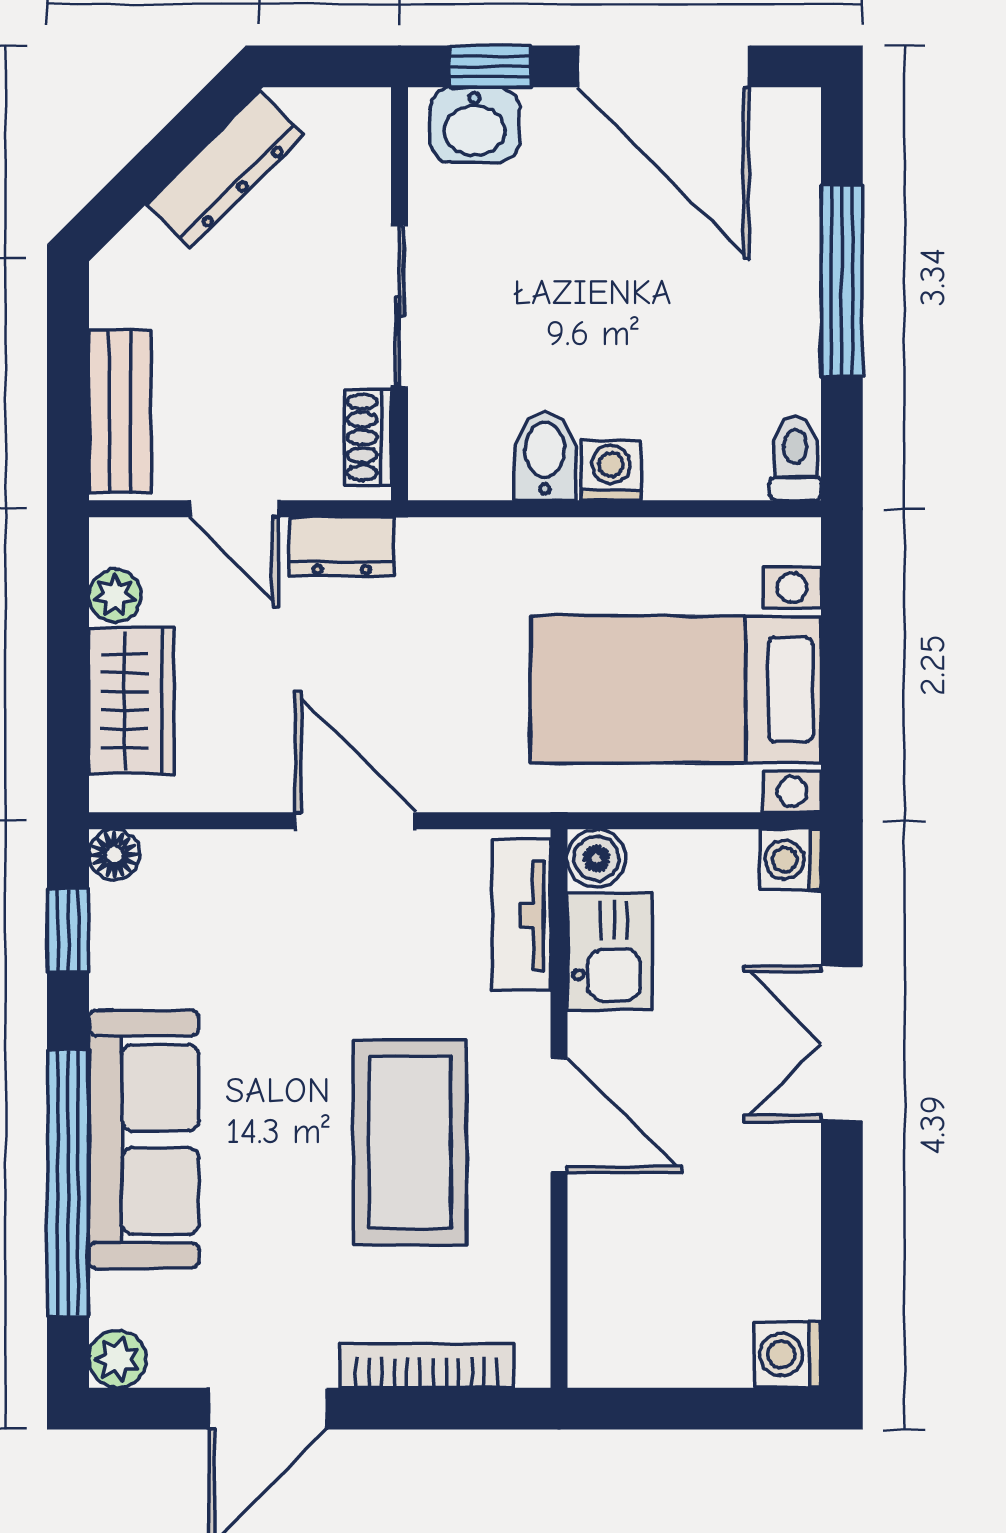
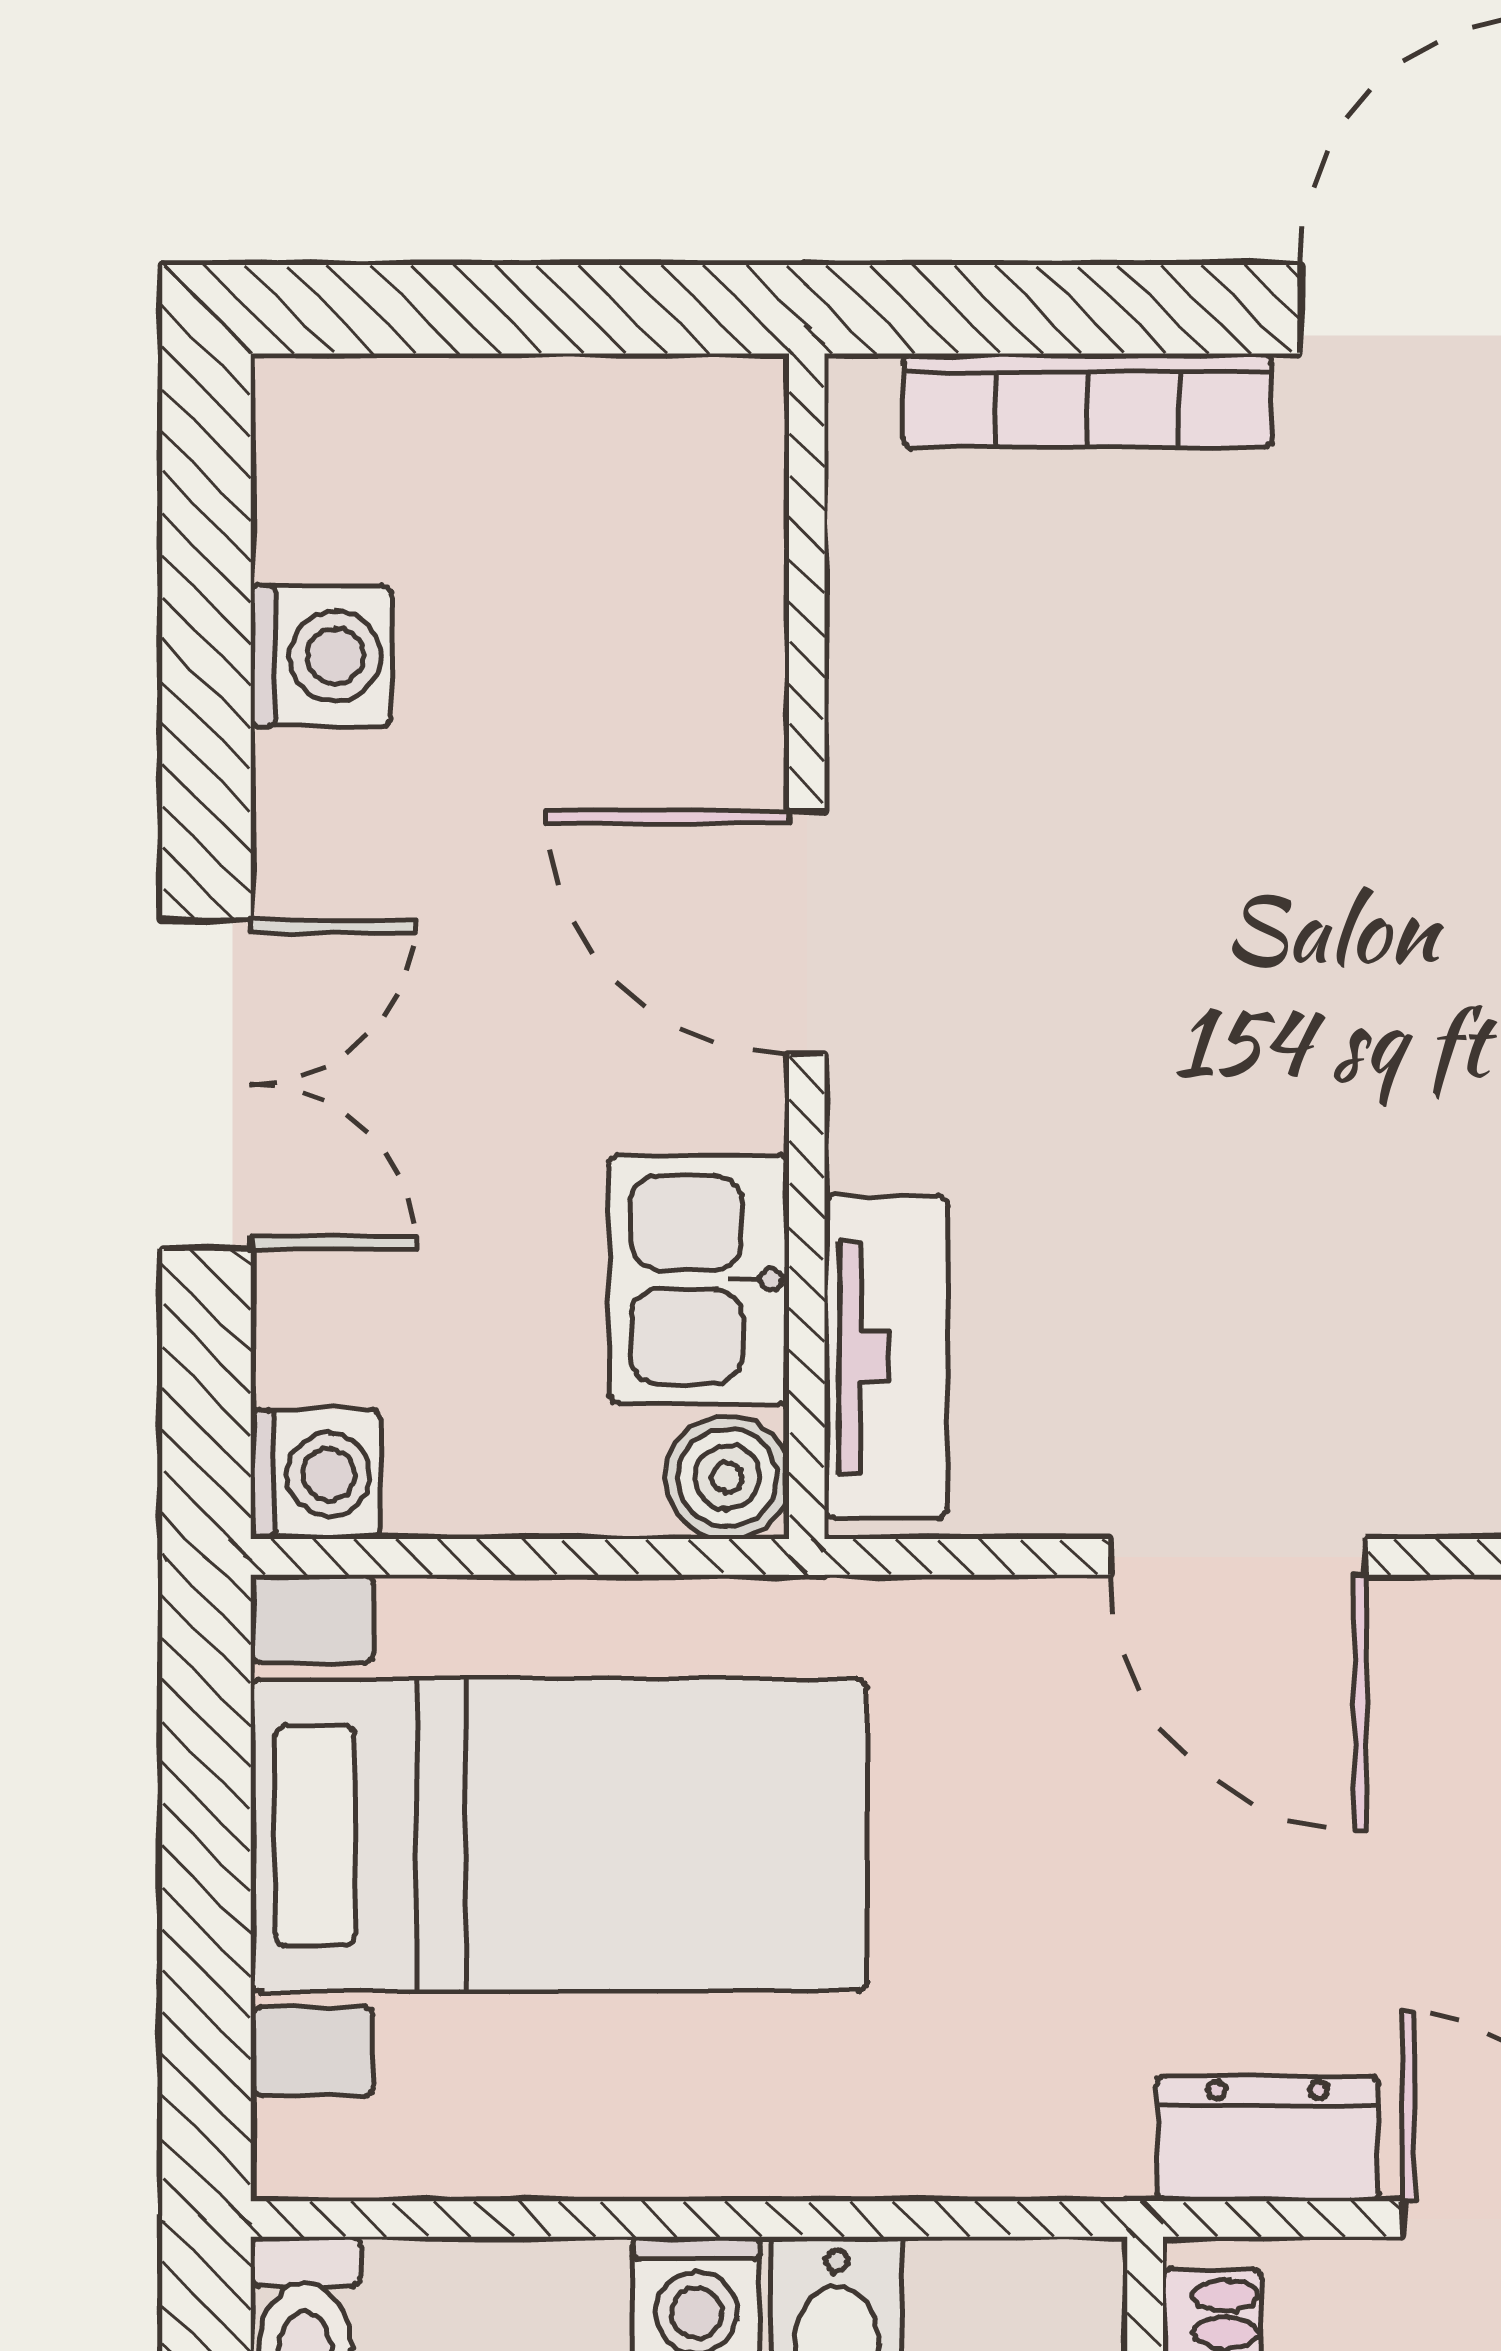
coffee table: (410, 1143) -> (1123, 874), removed
washing machine: (788, 1355) -> (321, 656), moved

